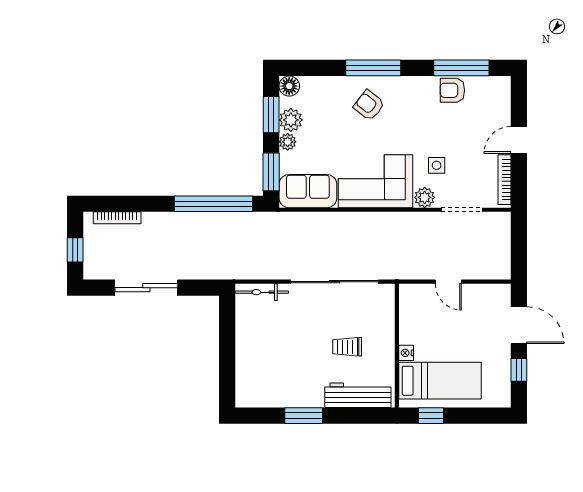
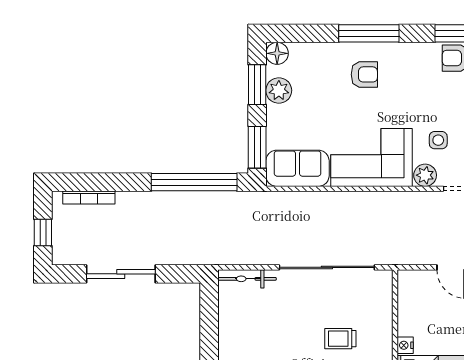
armchair: (369, 105) -> (364, 74), turned 142
plant: (288, 142) -> (275, 114), removed

